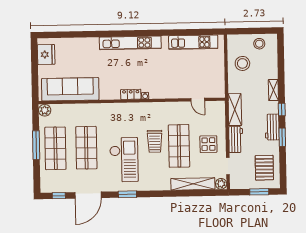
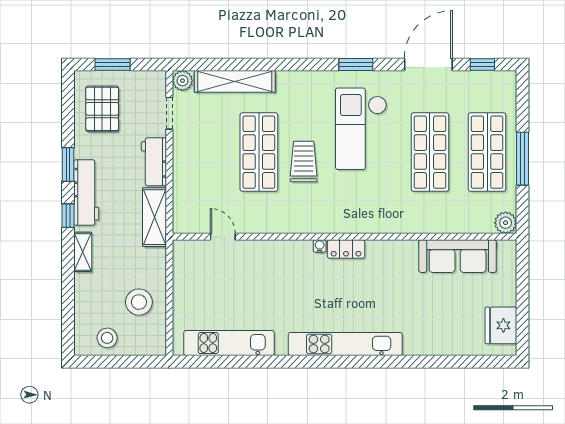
sofa: (70, 89) -> (458, 256), width x0.74, depth x0.79
workbench: (272, 127) -> (86, 193), width x1.38
display table: (208, 144) -> (204, 154), removed

